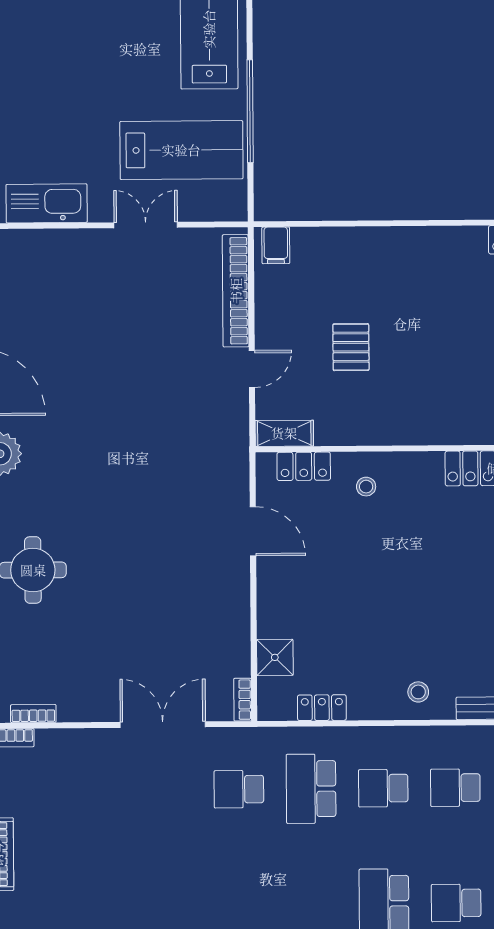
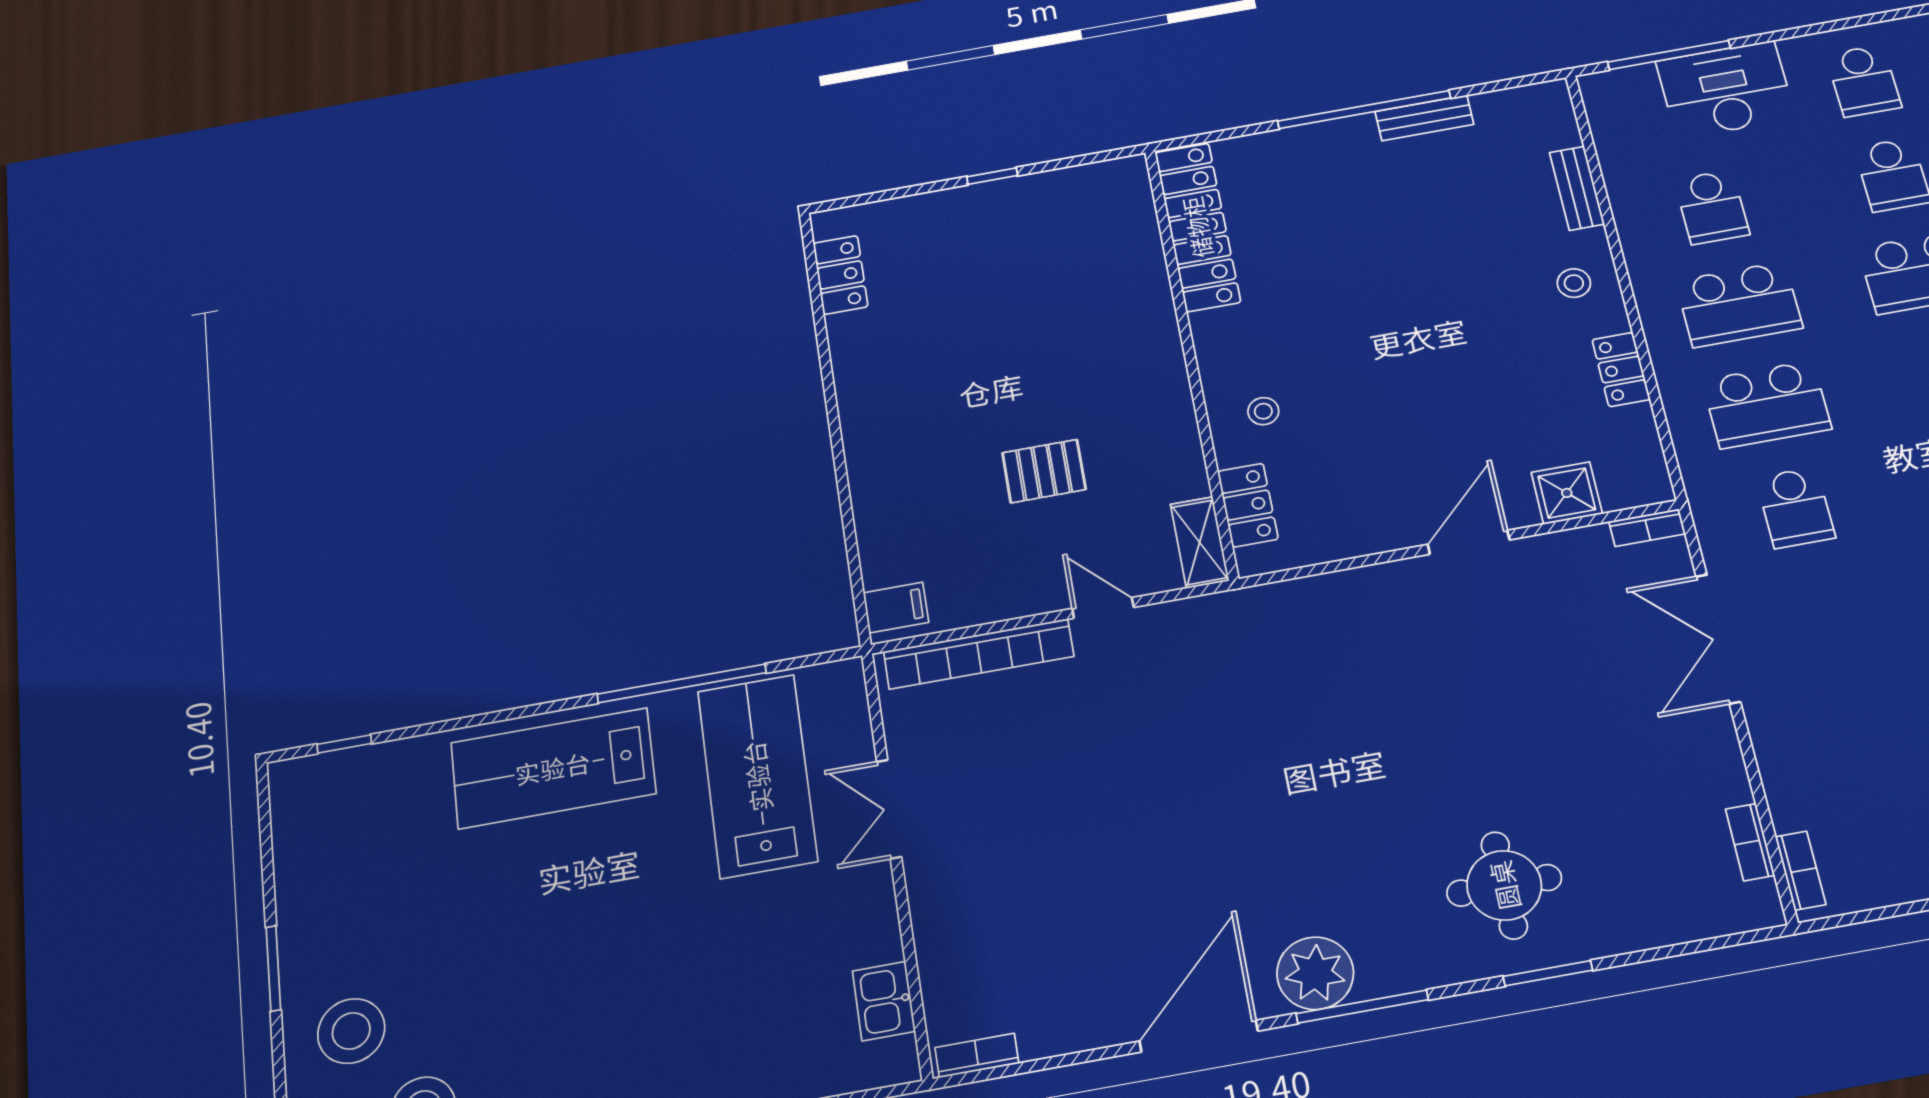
kitchen sink: (47, 203) -> (884, 1001), width x0.53, depth x0.81
door: (253, 531) -> (1469, 542), moved
locker: (322, 708) -> (1621, 370), moved
school desk: (383, 788) -> (1739, 304), width x1.85

